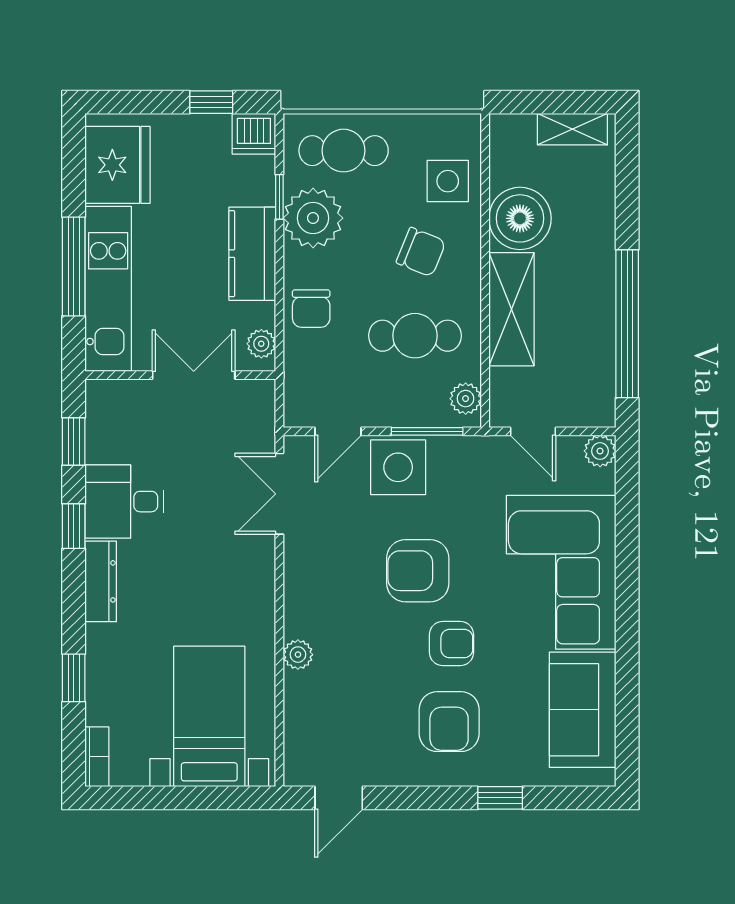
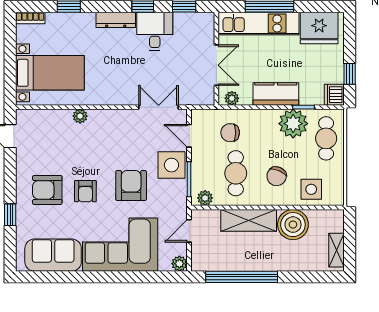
chair: (311, 309) -> (230, 133), moved
armchair: (418, 571) -> (131, 186), moved

